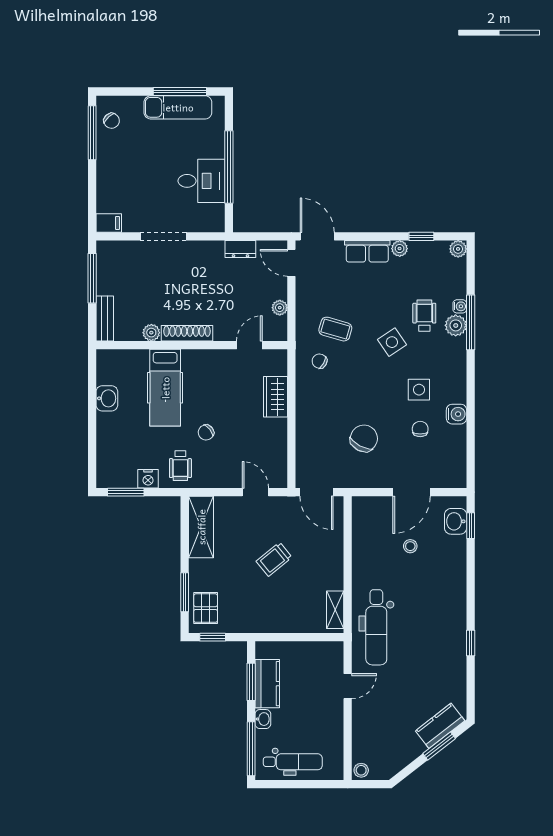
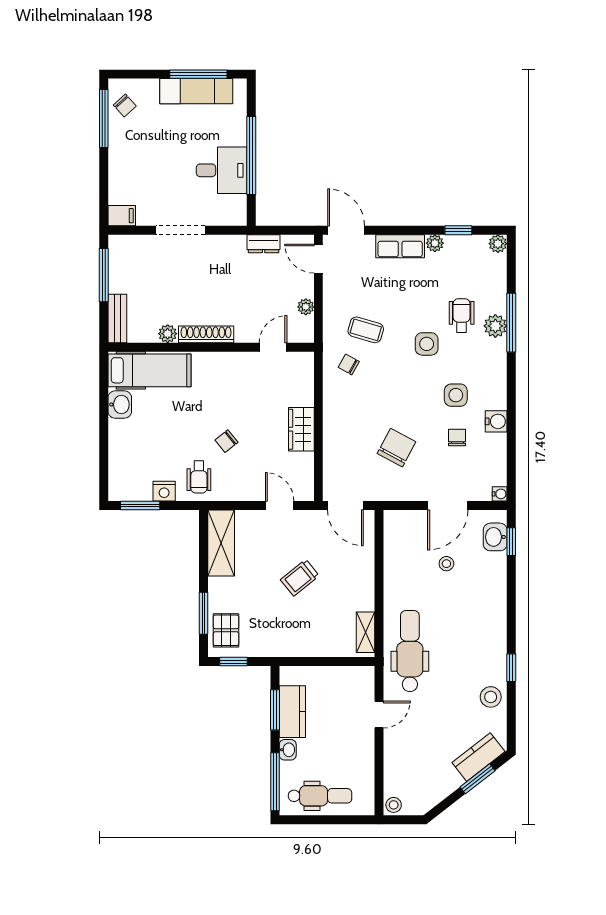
water cooler: (460, 306) -> (500, 494), moved
side table: (392, 342) -> (427, 344), turned 34
hospital bed: (165, 388) -> (150, 370), moved, turned -90
wardrobe: (276, 397) -> (301, 429), moved
dental chair: (376, 627) -> (410, 651), turned 180
stool: (451, 670) -> (491, 697), added

